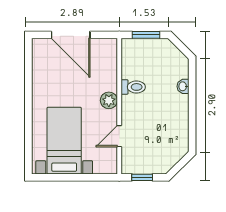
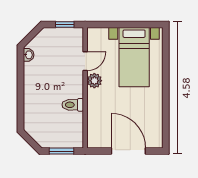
washbasin: (183, 86) -> (29, 55), moved
plant: (109, 100) -> (94, 81), moved

